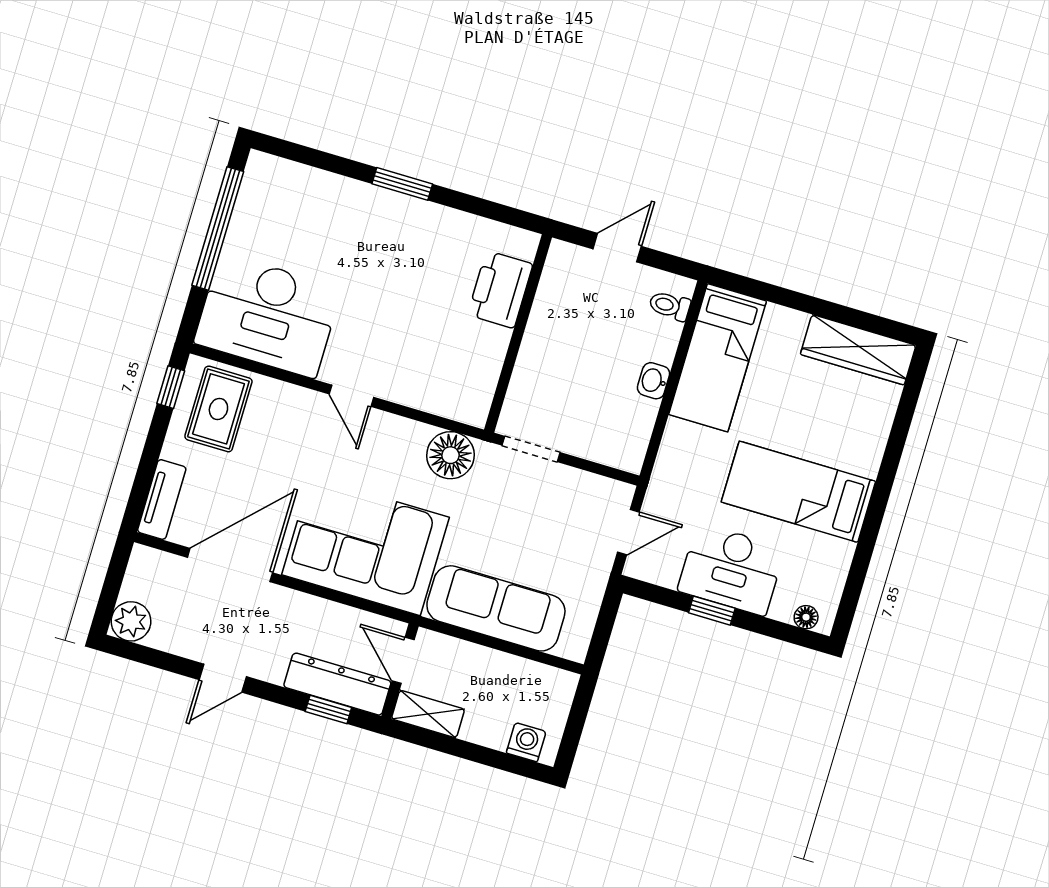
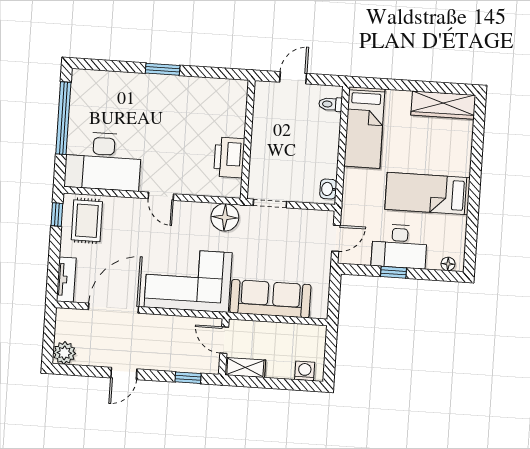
printer: (500, 289) -> (229, 157), moved
washbasin: (654, 381) -> (328, 189), moved
dresser: (337, 684) -> (190, 362), removed

